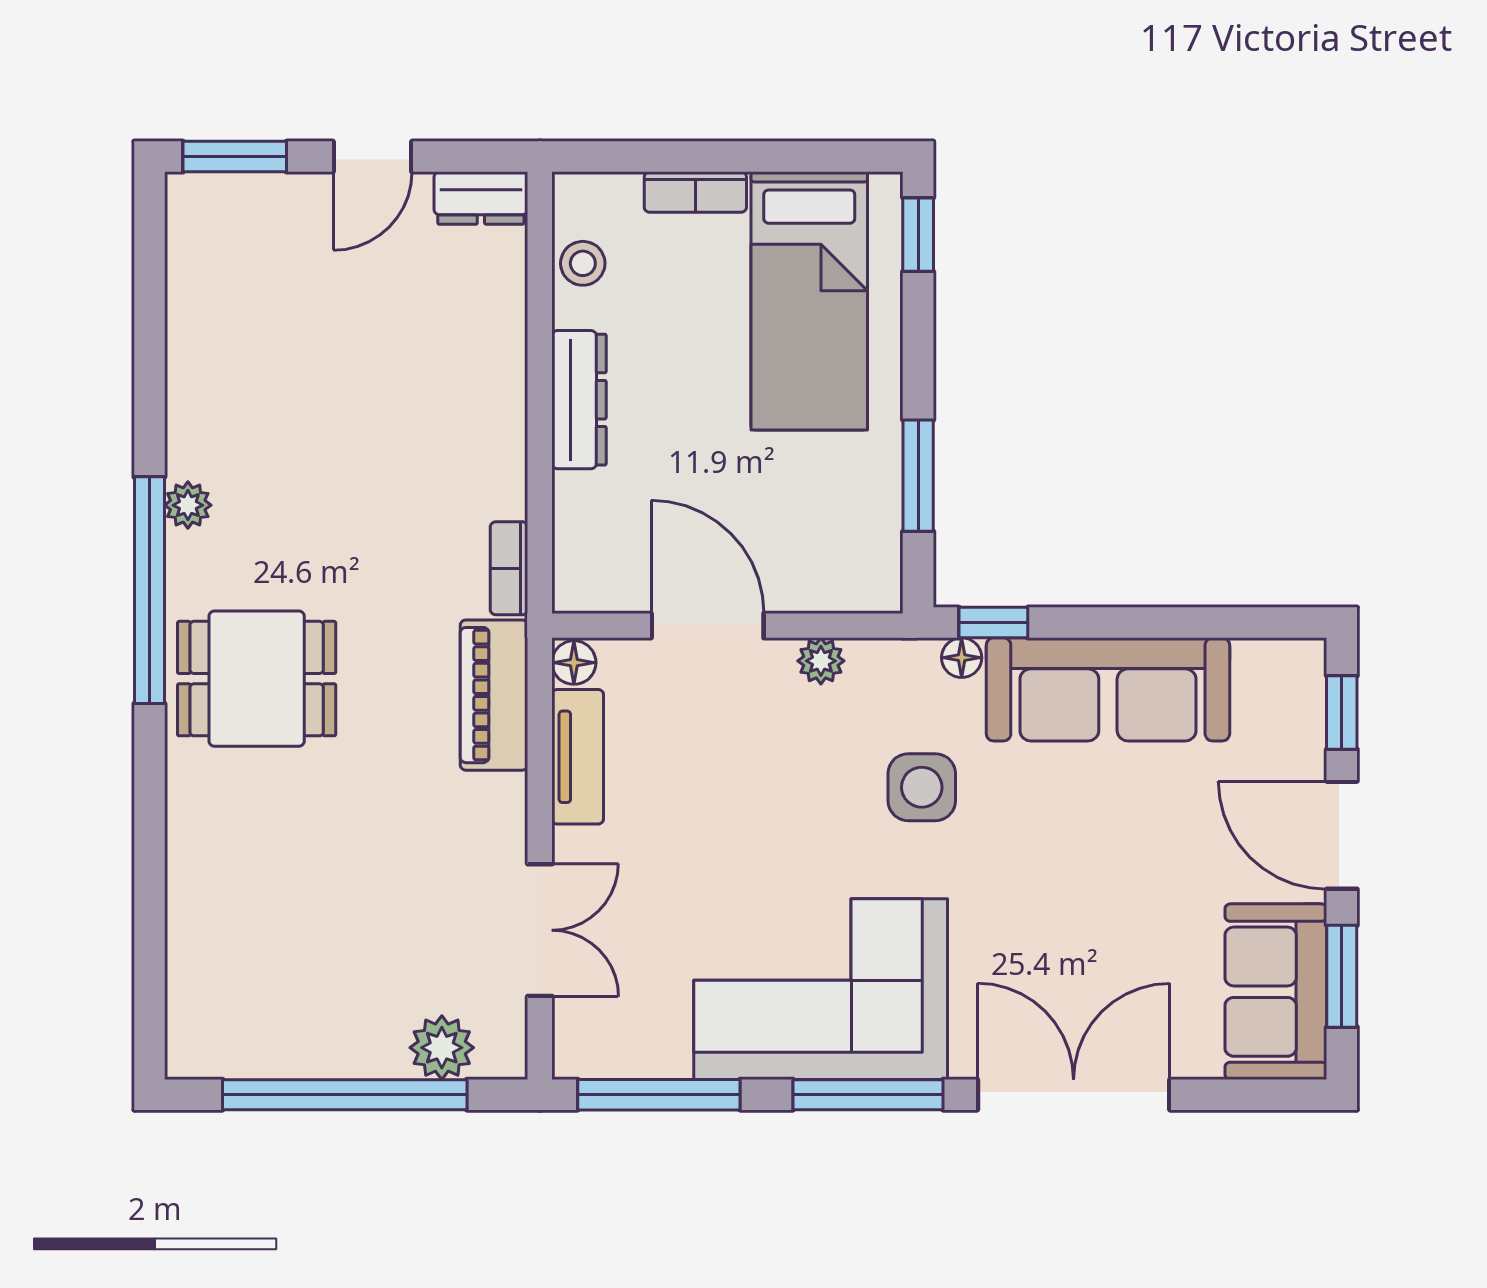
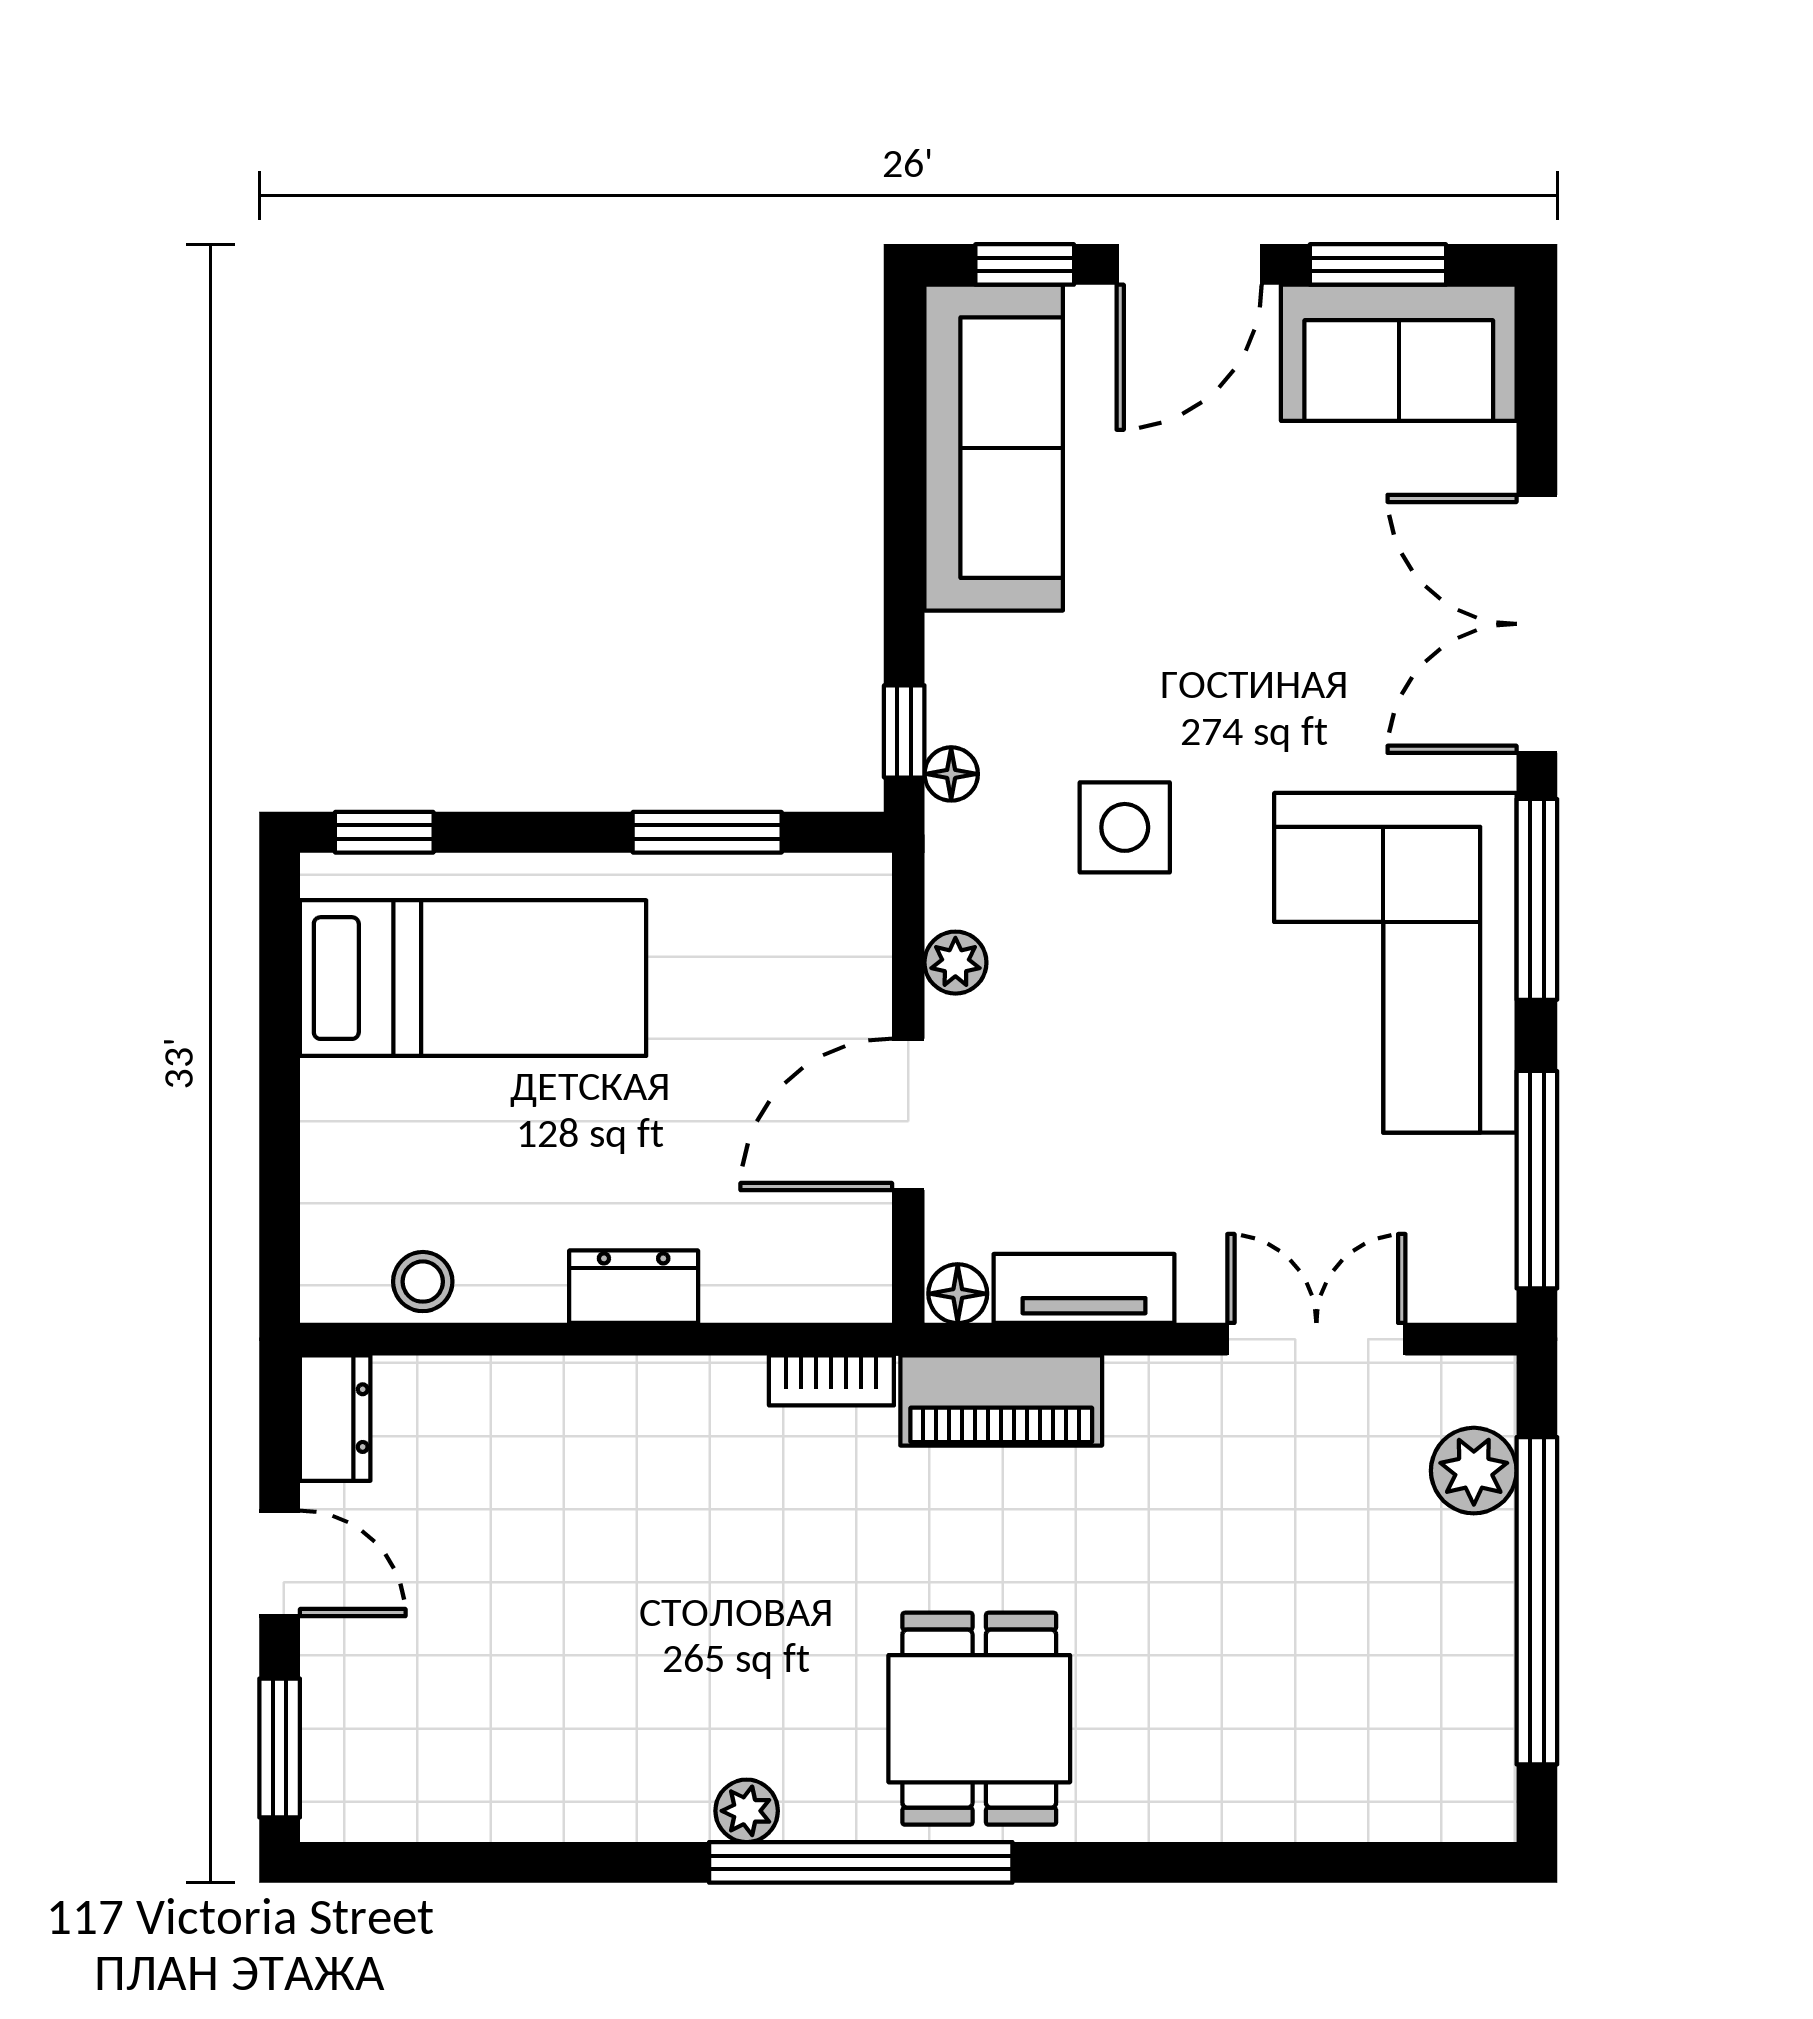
bookcase: (695, 192) -> (327, 1131), removed
dresser: (579, 400) -> (634, 1287), width x0.70
sofa: (1108, 689) -> (994, 448), moved

